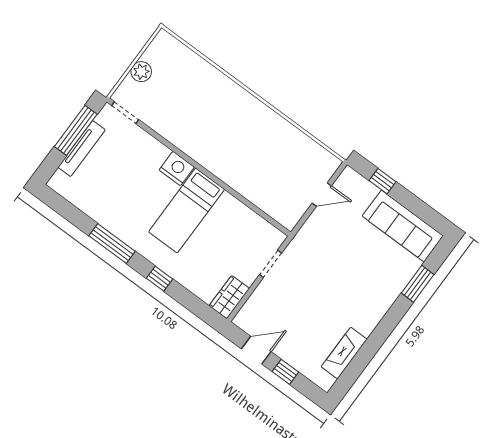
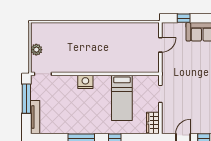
tv unit: (82, 149) -> (35, 117), moved
bed: (187, 210) -> (122, 98), moved

